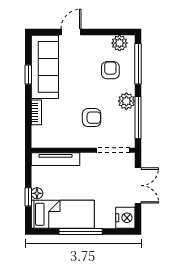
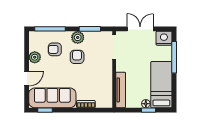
door: (71, 32) -> (27, 79), swing flipped
plant: (120, 43) -> (35, 57), moved
window: (28, 74) -> (45, 110), moved
armchair: (92, 118) -> (77, 57), moved
window: (138, 118) -> (90, 29), width x0.69
window: (81, 231) -> (174, 57), moved

